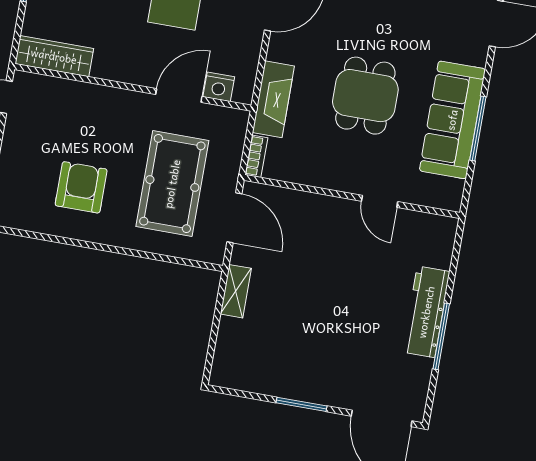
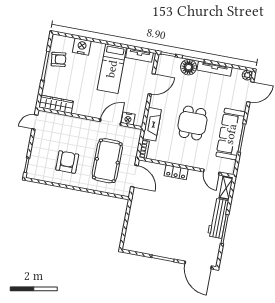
door: (380, 201) -> (211, 172), moved
locker: (329, 208) -> (176, 172), added
shelving: (236, 291) -> (226, 188), moved

